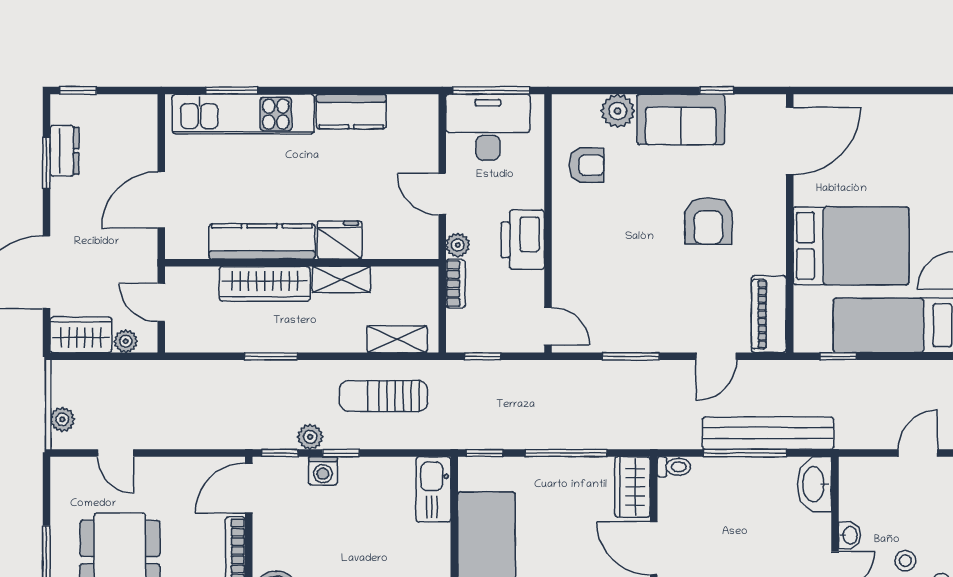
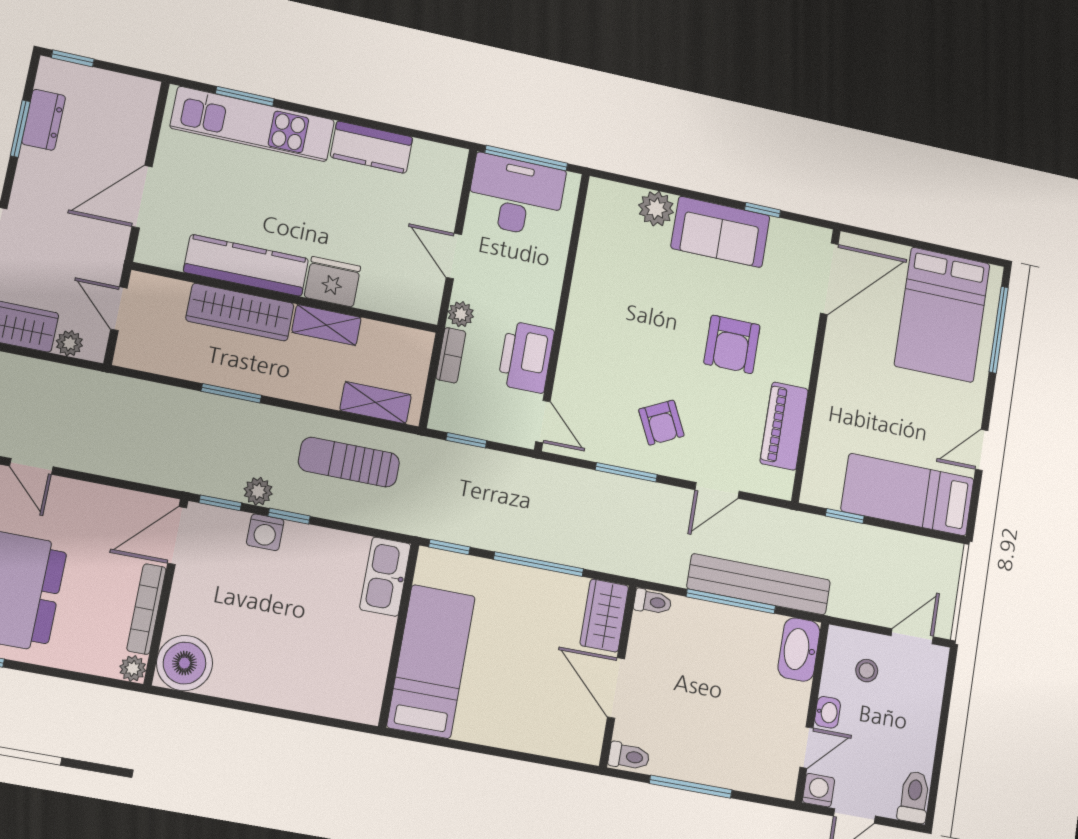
armchair: (587, 165) -> (661, 423), moved, turned 64
printer: (523, 240) -> (526, 357), moved
bed: (851, 246) -> (942, 315), moved, turned 90
piano: (769, 314) -> (784, 426), moved
stool: (905, 561) -> (867, 671), moved

